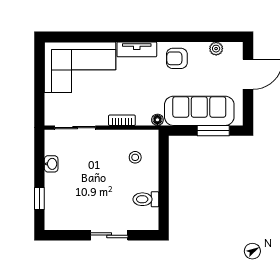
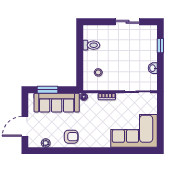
tv unit: (137, 49) -> (97, 143), removed
sliding door: (109, 235) -> (127, 22), moved

